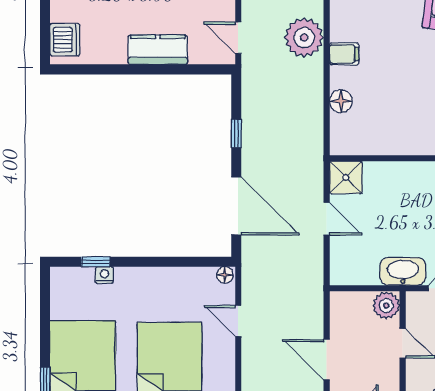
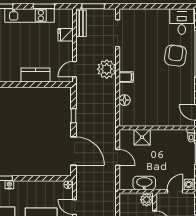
door: (238, 38) -> (75, 69), hinge flipped
shower: (346, 177) -> (142, 137), moved
washbasin: (403, 271) -> (144, 183), moved

